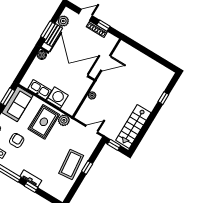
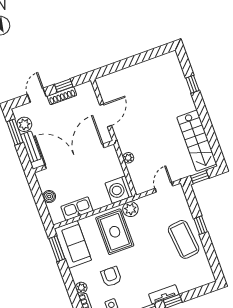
window: (48, 30) -> (15, 132), moved
boiler: (42, 55) -> (49, 197), moved
washing machine: (57, 98) -> (119, 190), moved, turned -90

